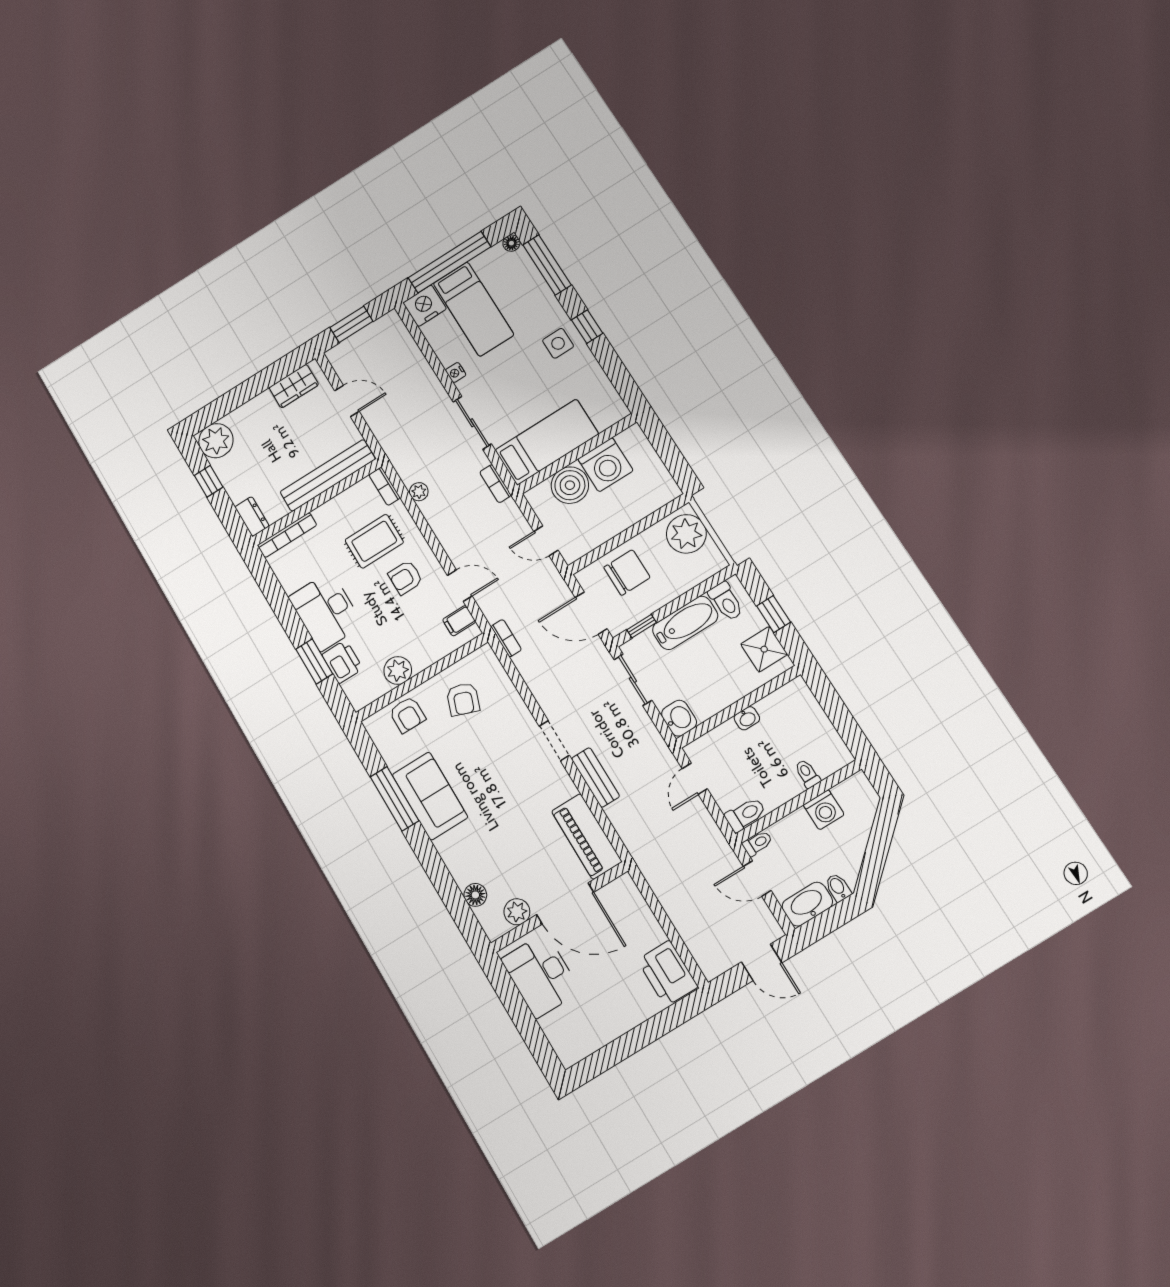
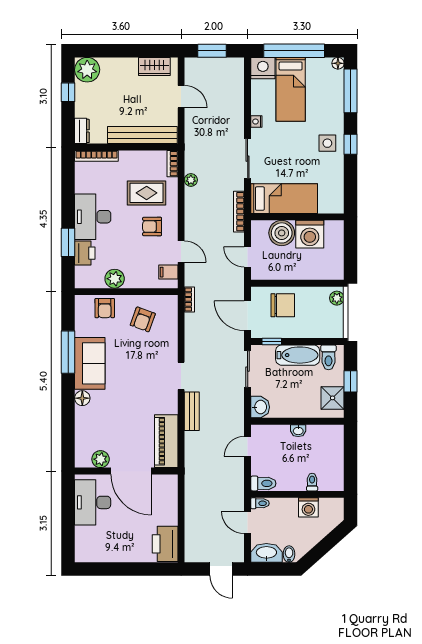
bookcase: (496, 484) -> (239, 212), width x1.56
plant: (686, 534) -> (337, 298), width x0.53, depth x0.53
floor lamp: (475, 895) -> (82, 398), moved

